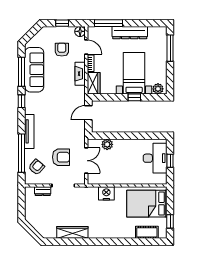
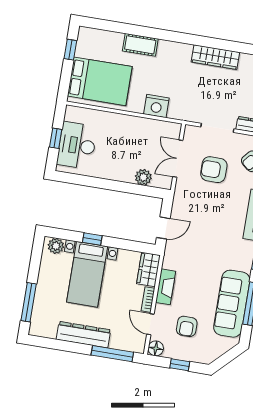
cot: (147, 232) -> (140, 45), moved

